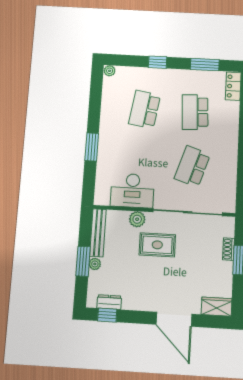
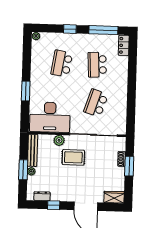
window: (205, 65) -> (103, 30), width x1.44
desk: (132, 191) -> (50, 117), width x1.36, depth x1.30
window: (107, 315) -> (54, 205), moved

